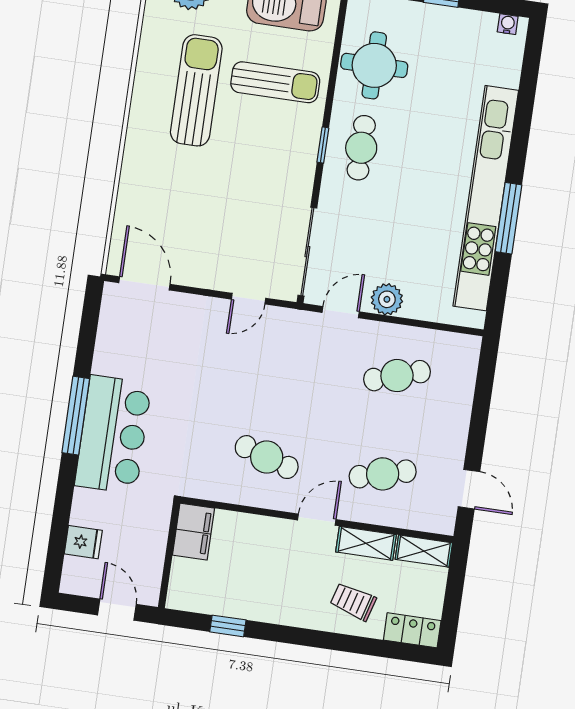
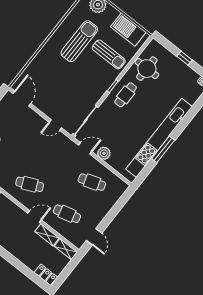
cafe table: (267, 457) -> (30, 184), turned -42
trolley: (353, 602) -> (31, 253), removed

